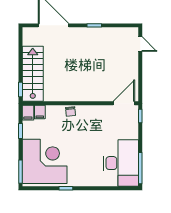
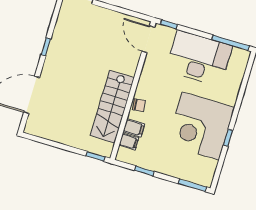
stairs: (33, 74) -> (112, 107), moved, turned -90
filing cabinet: (28, 113) -> (134, 128), moved
corner desk: (45, 161) -> (201, 126), moved, turned -90
desk: (121, 163) -> (199, 58), moved

